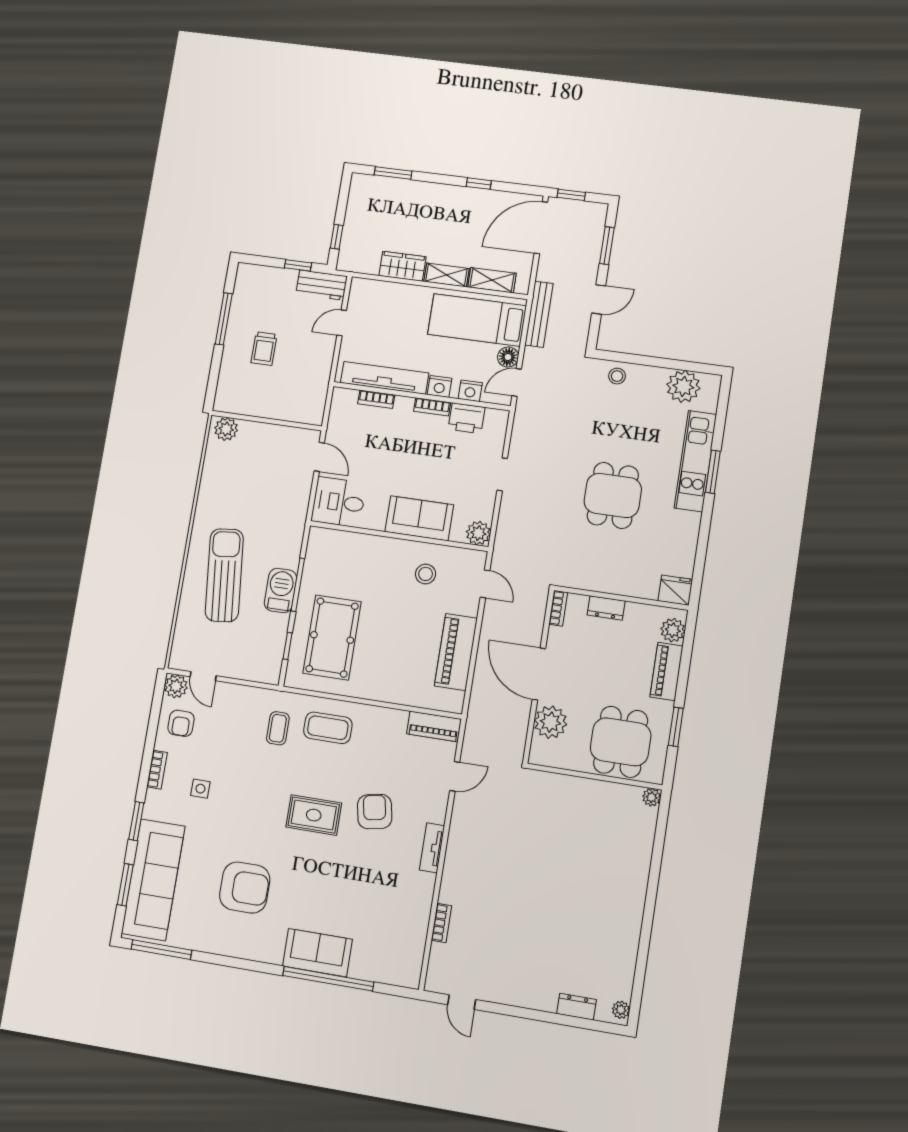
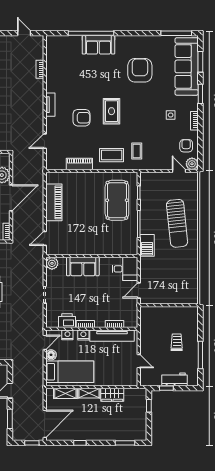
workbench: (321, 285) -> (174, 379), moved
bench: (539, 314) -> (39, 379), removed
door: (342, 323) -> (139, 361), hinge flipped
plant: (226, 429) -> (189, 298), removed
door: (319, 457) -> (139, 290), hinge flipped
stool: (426, 574) -> (75, 239), removed
door: (485, 584) -> (45, 238), hinge flipped
barbecue: (281, 590) -> (147, 245), moved
door: (539, 674) -> (11, 198), hinge flipped
piano: (434, 726) -> (79, 164), moved
armchair: (375, 812) -> (81, 118), turned -79
rug: (314, 815) -> (111, 111), turned 90
armchair: (245, 888) -> (140, 70), turned 90

